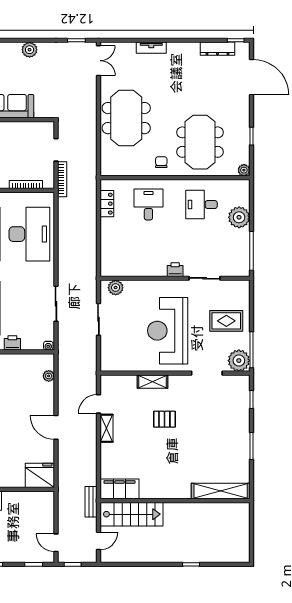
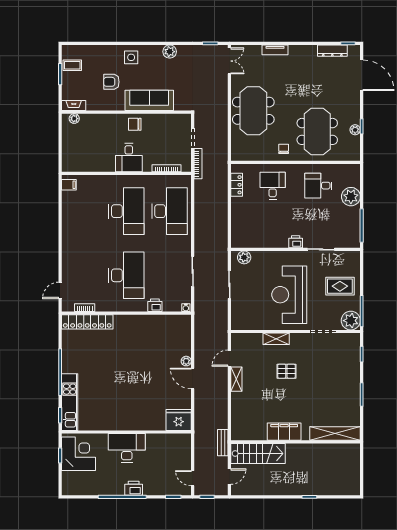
plant: (244, 170) -> (355, 130), moved
plant: (49, 376) -> (186, 361), moved
filing cabinet: (120, 489) -> (284, 432), moved

